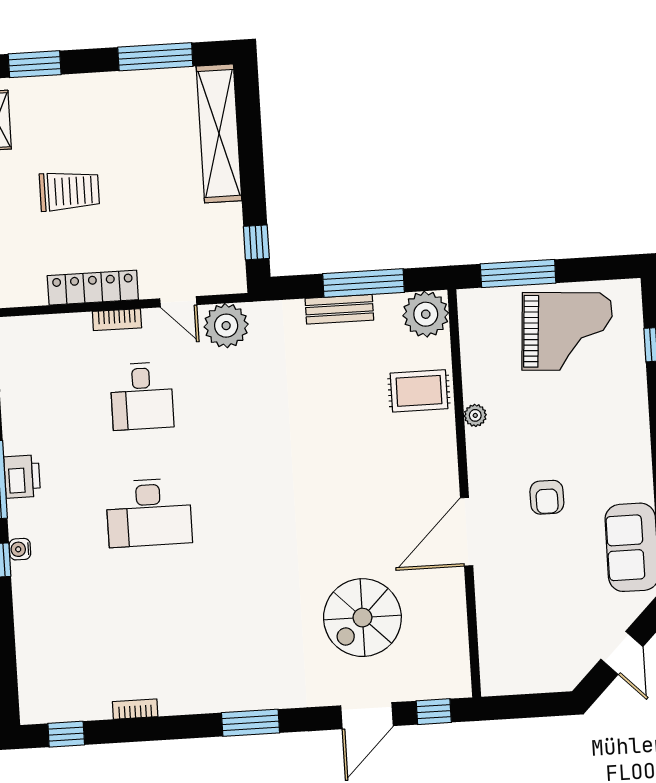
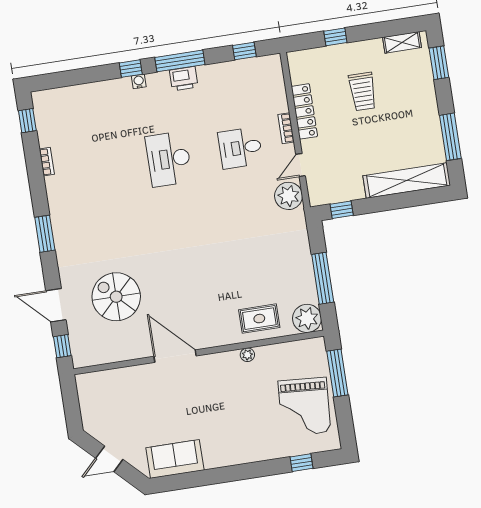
bench: (339, 309) -> (305, 265), removed
rug: (419, 391) -> (259, 319), turned 90
armchair: (547, 497) -> (201, 404), removed

